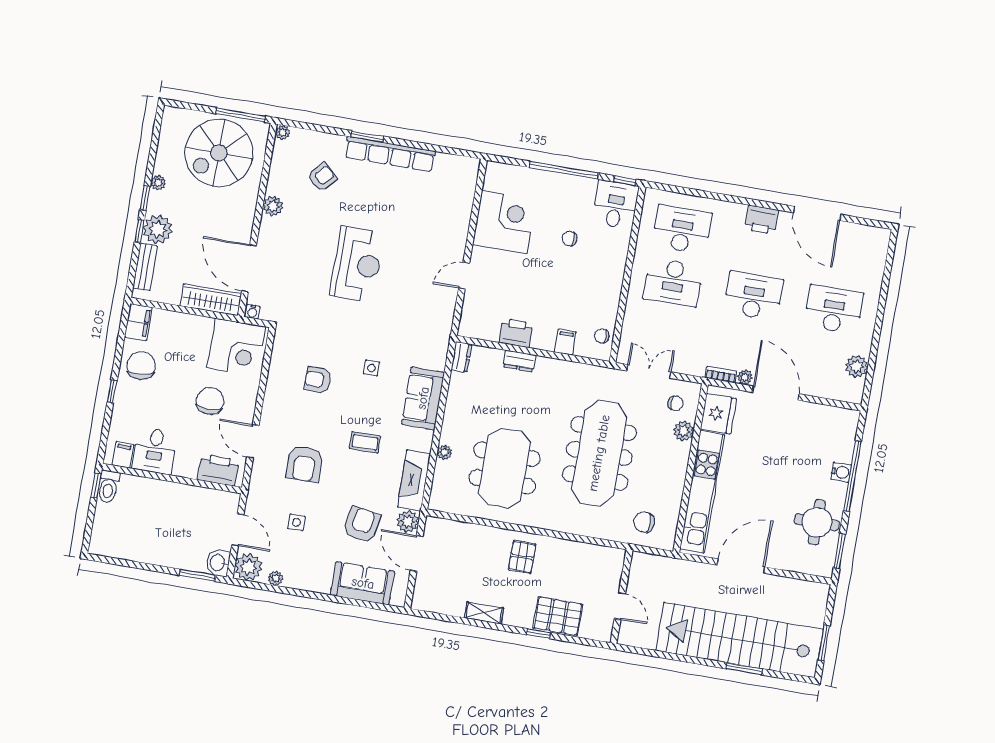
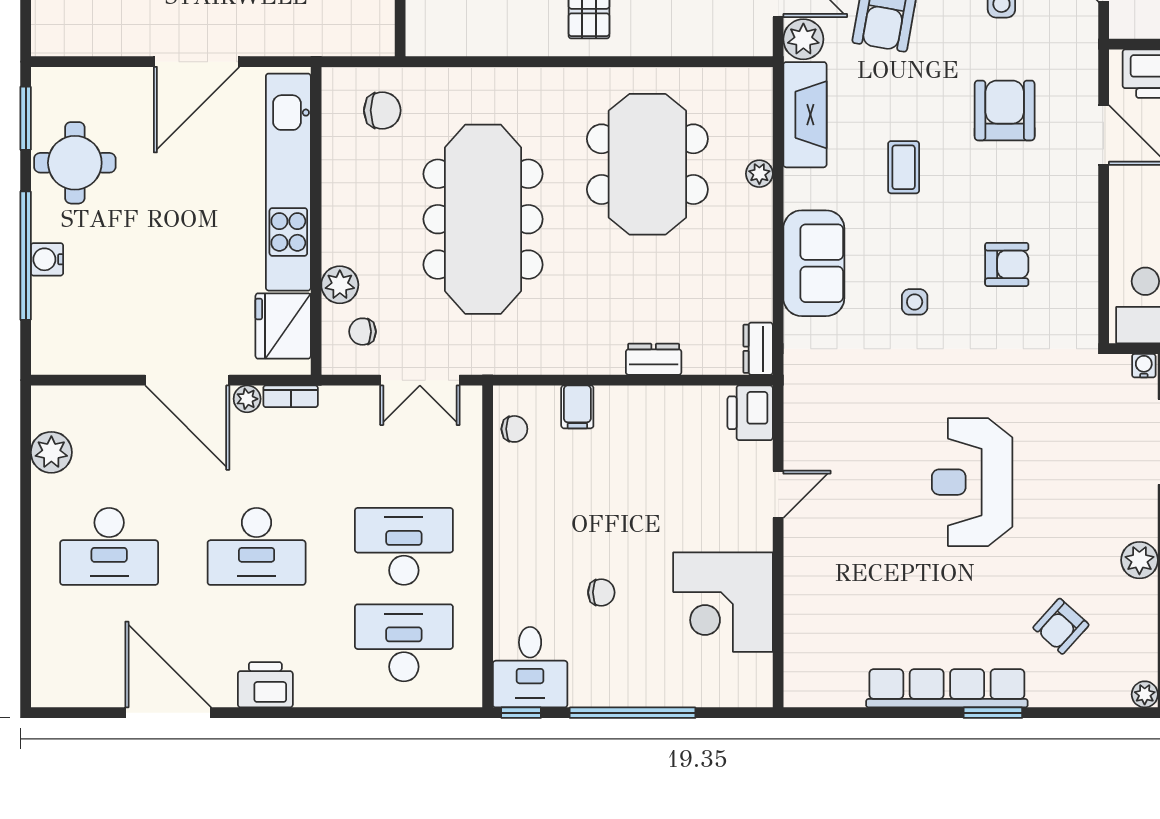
desk: (682, 230) -> (404, 643), turned 180
printer: (516, 333) -> (750, 413), moved, turned 90
coffee table: (365, 442) -> (904, 167), turned 90

